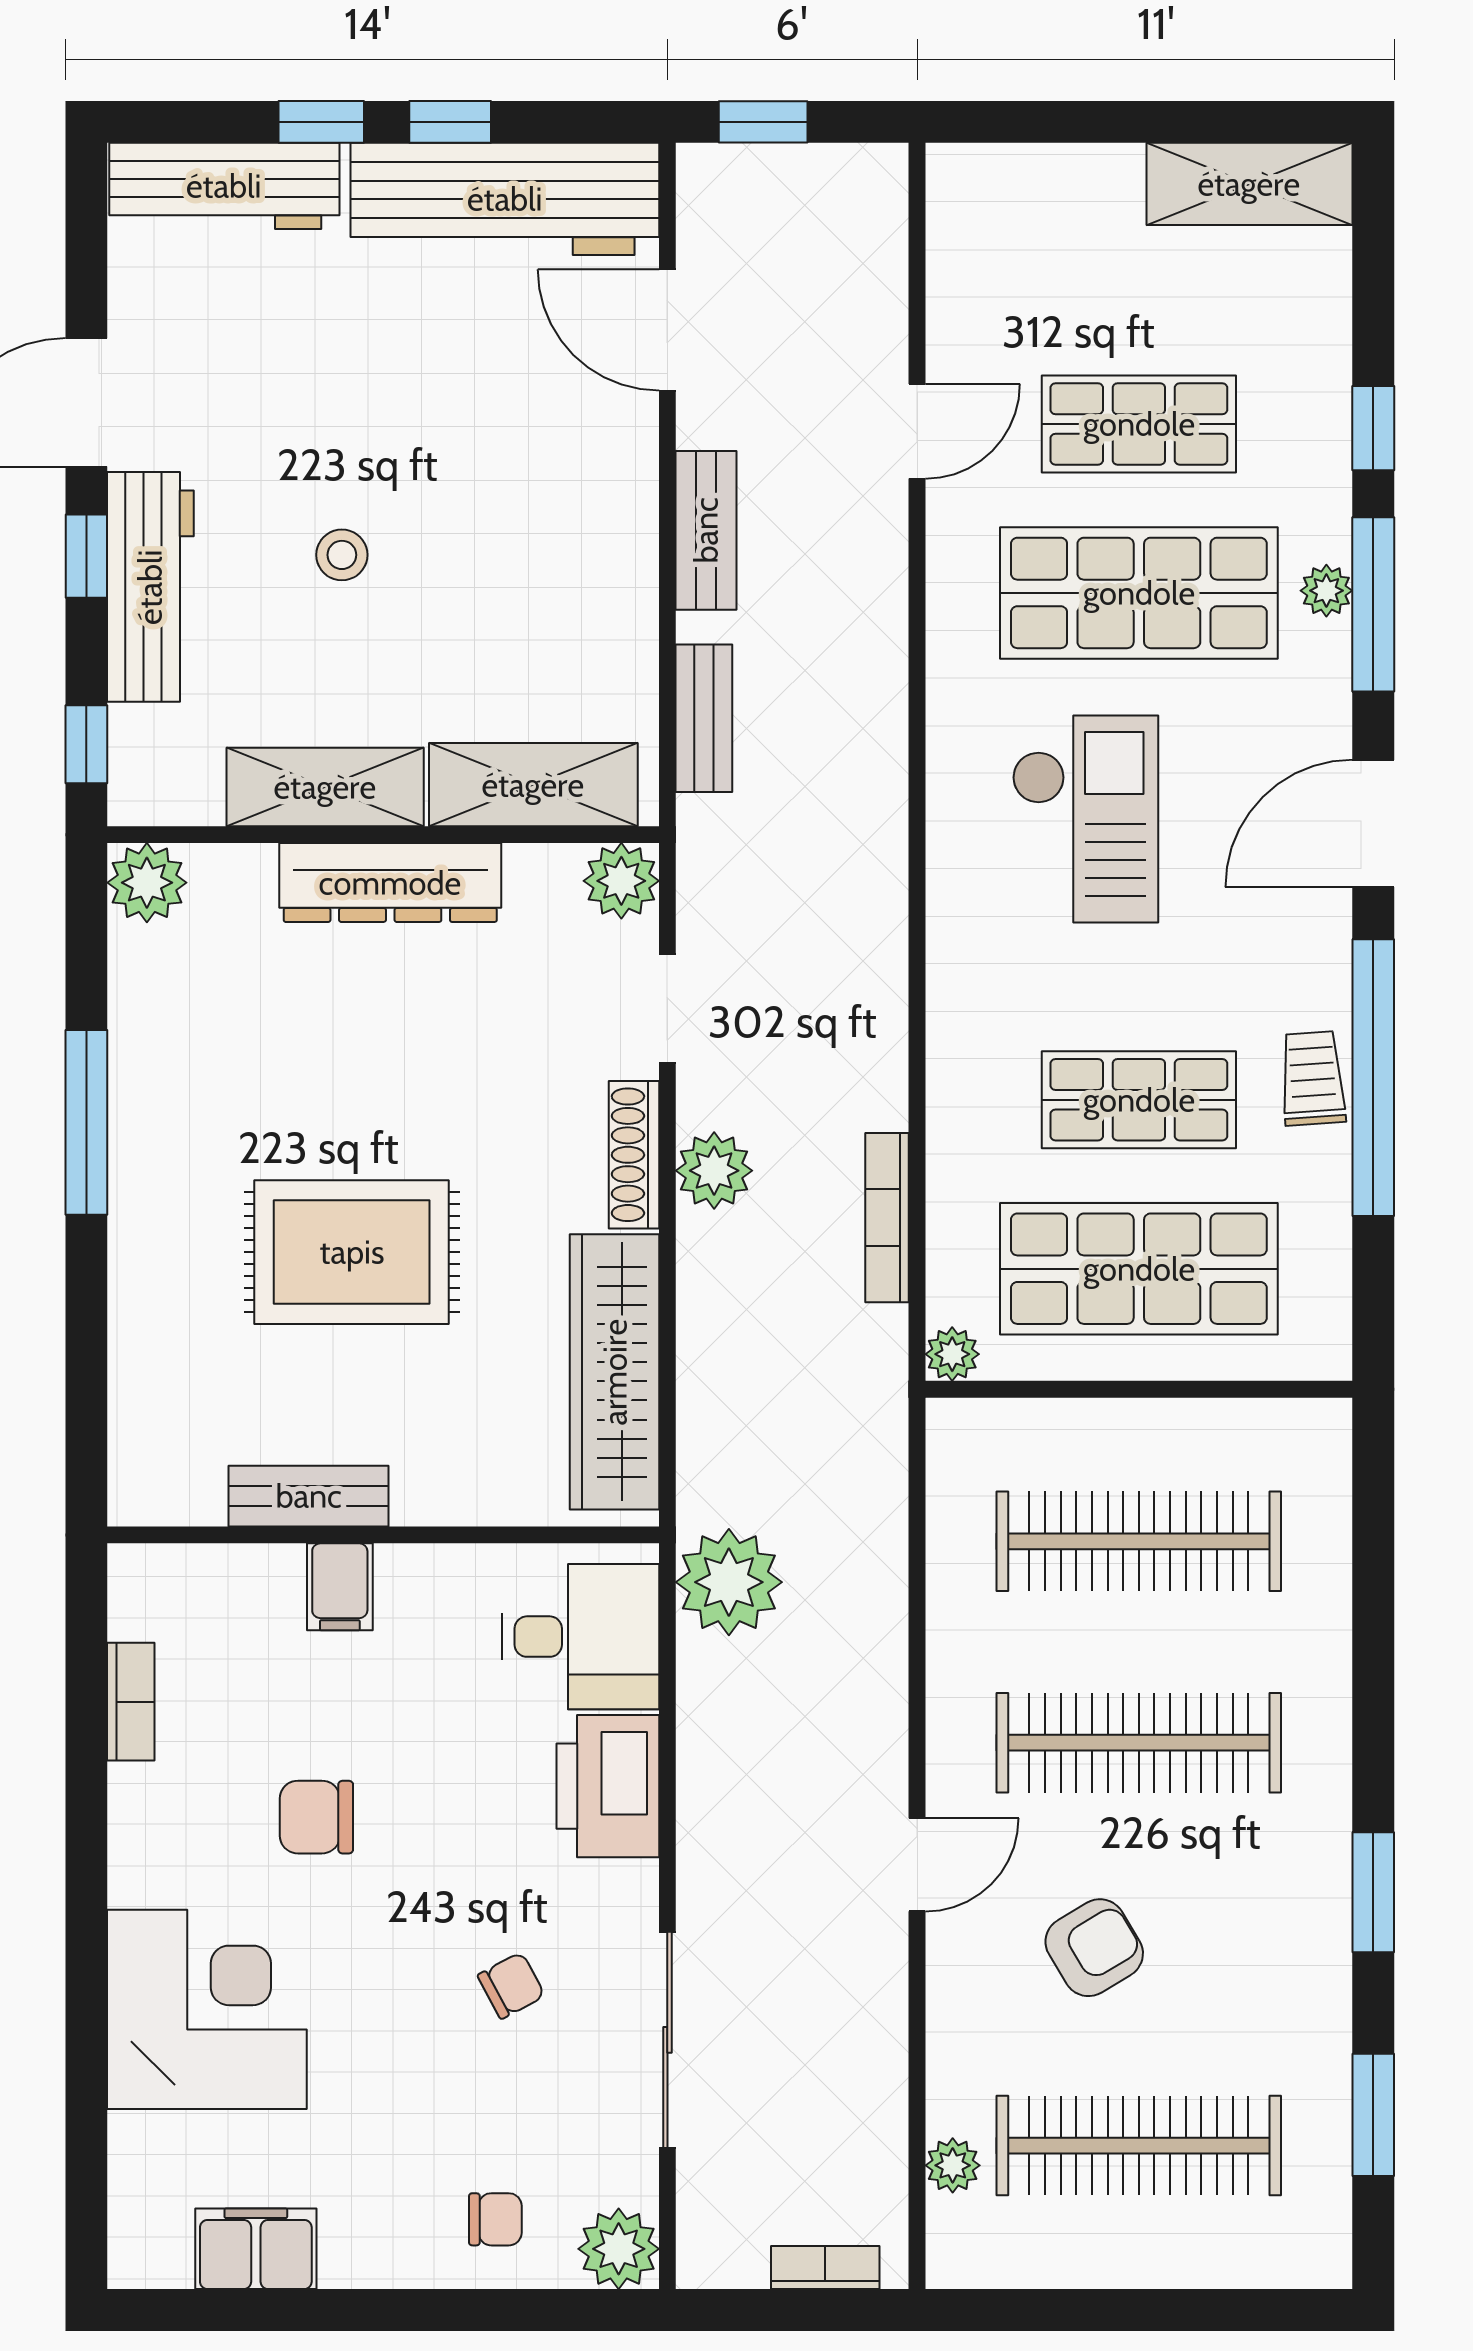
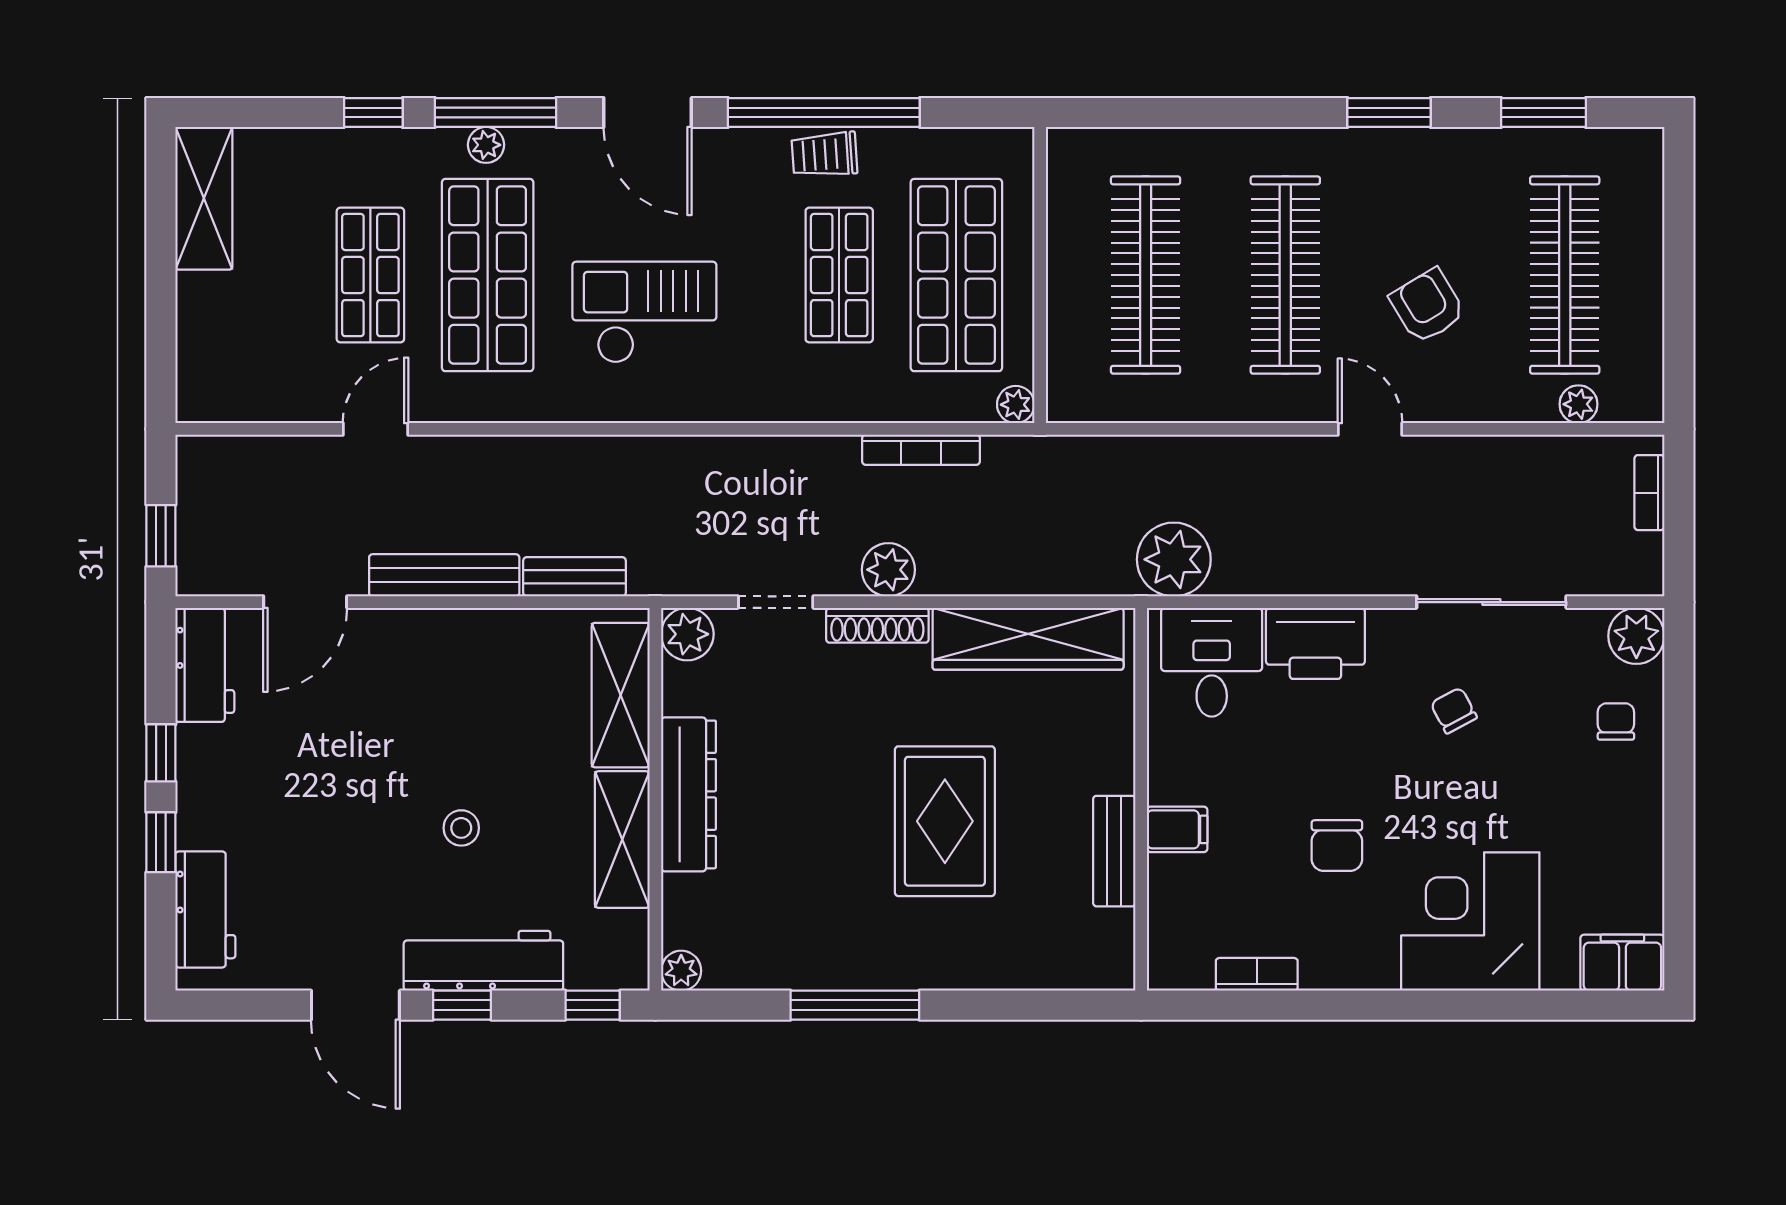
workbench: (224, 186) -> (205, 909), width x0.73
workbench: (505, 199) -> (205, 665), width x0.53, depth x0.76
door: (917, 431) -> (376, 429), hinge flipped
bench: (706, 530) -> (444, 575), width x1.36
plant: (147, 883) -> (681, 971), width x0.73, depth x0.73
filing cabinet: (256, 2249) -> (1622, 963), moved, turned 90

